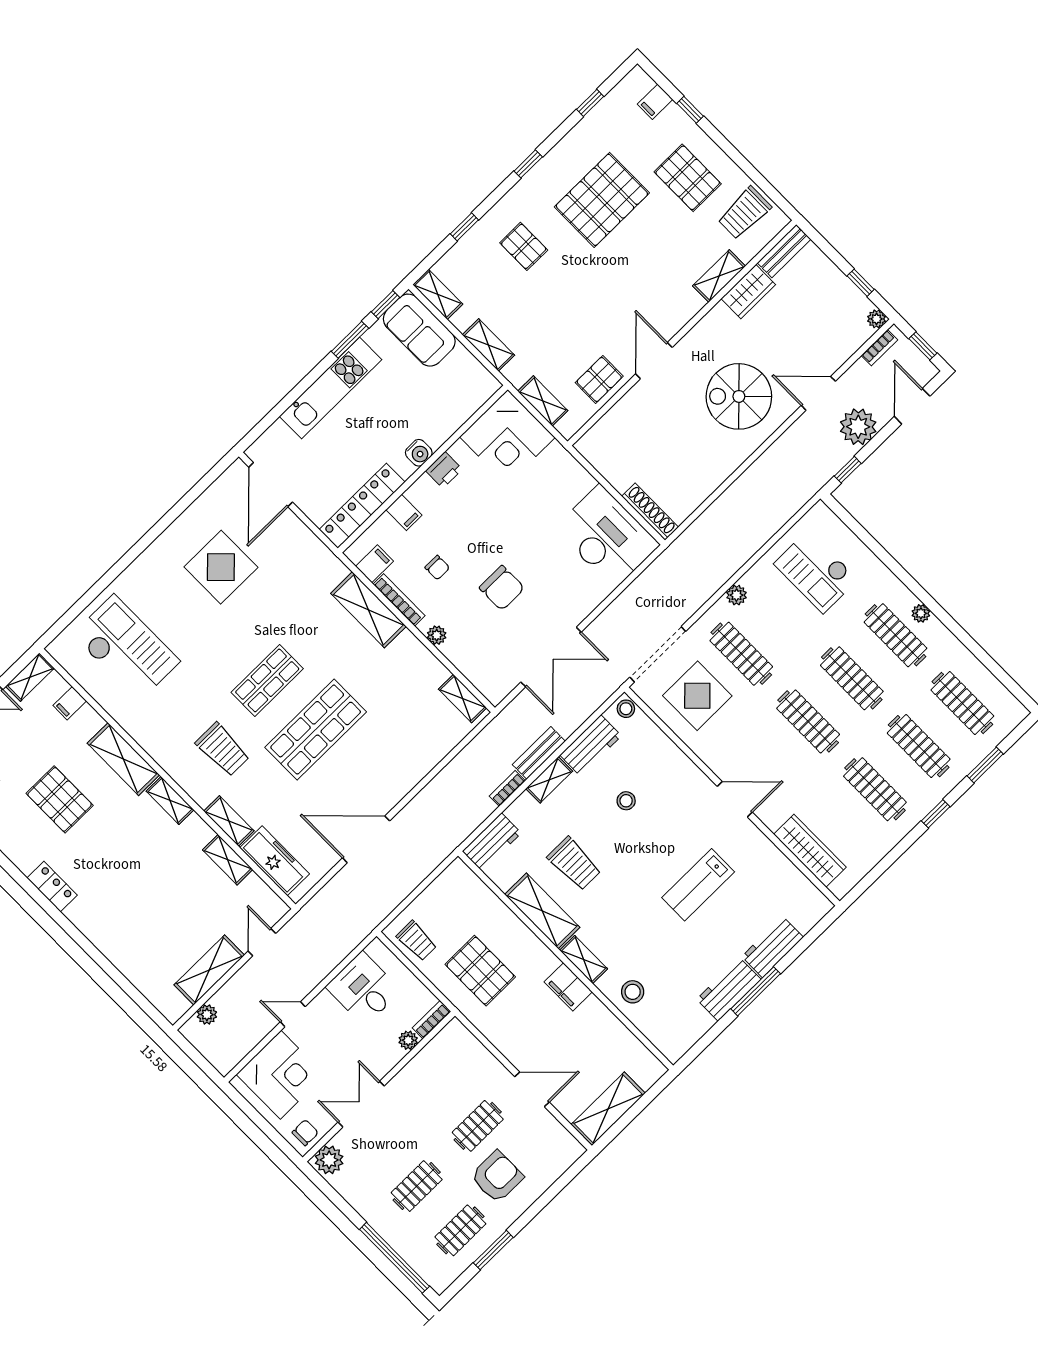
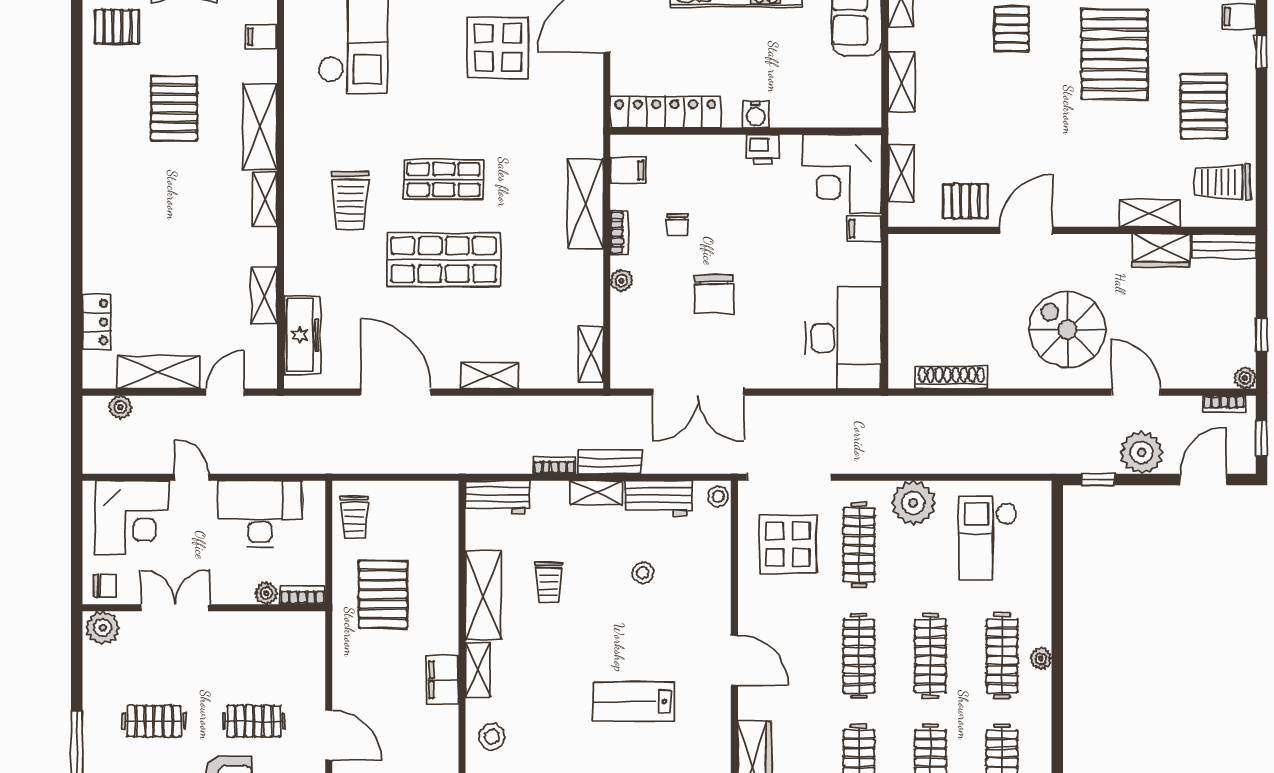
pallet: (602, 200) -> (1115, 54), turned 90
filing cabinet: (404, 512) -> (864, 229), moved, turned 90
shoe rack: (650, 512) -> (951, 378), moved, turned -90
plant: (736, 595) -> (913, 503), width x1.87, depth x1.87
bookcase: (399, 600) -> (619, 233), width x0.64
shelving: (229, 821) -> (490, 376), moved, turned 90
trolley: (574, 864) -> (548, 582), width x0.73, depth x0.72
locker: (52, 887) -> (97, 322), moved
desk: (363, 989) -> (260, 514), width x1.37

